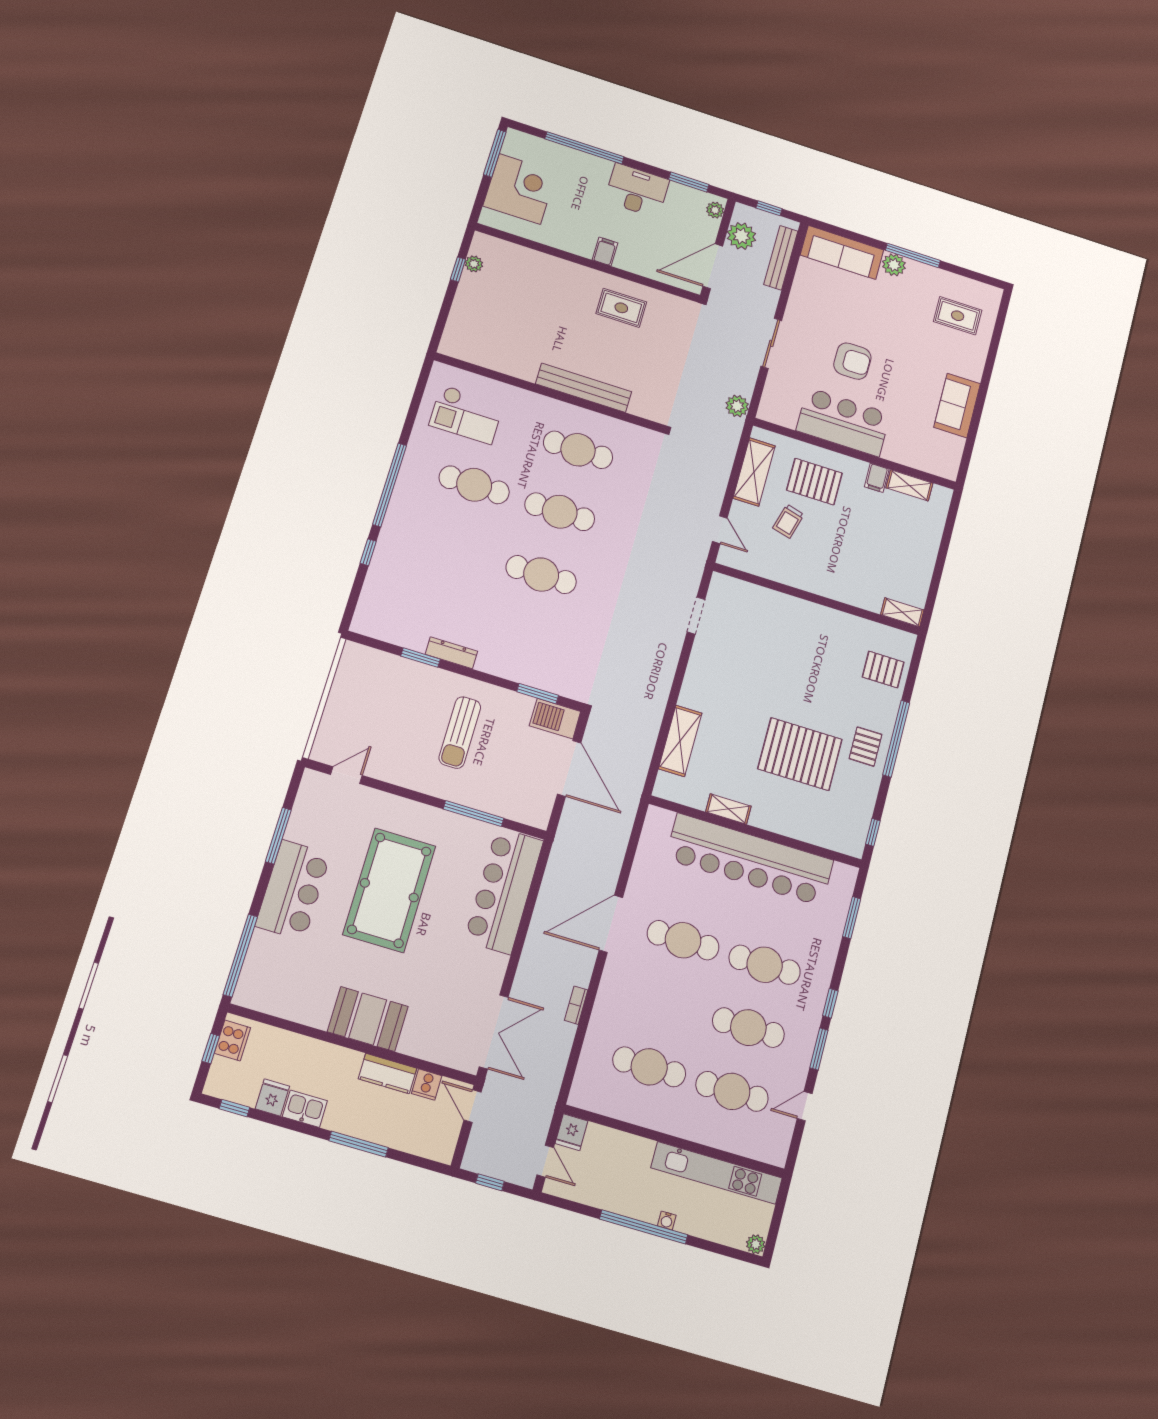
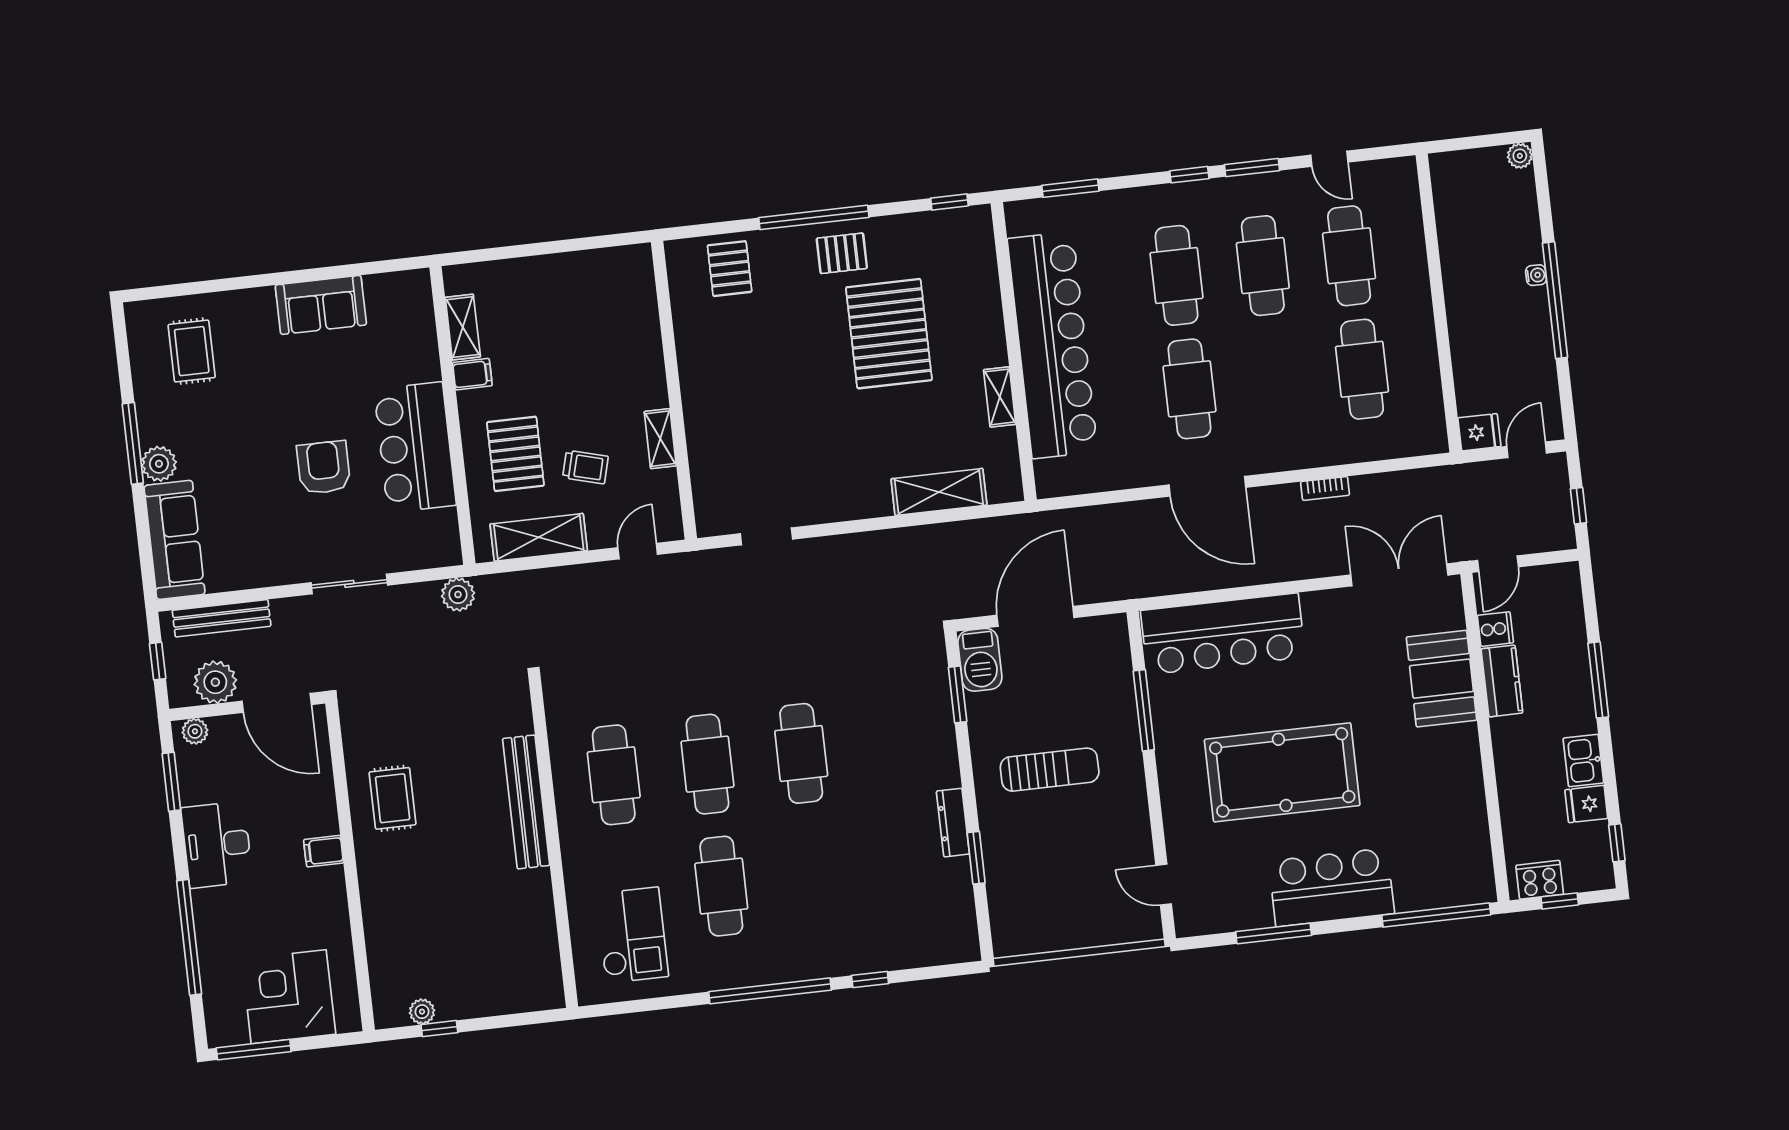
shelving: (902, 612) -> (660, 439), moved
booth: (368, 1019) -> (1441, 679), moved
kitchen unit: (717, 1173) -> (1455, 236), removed

